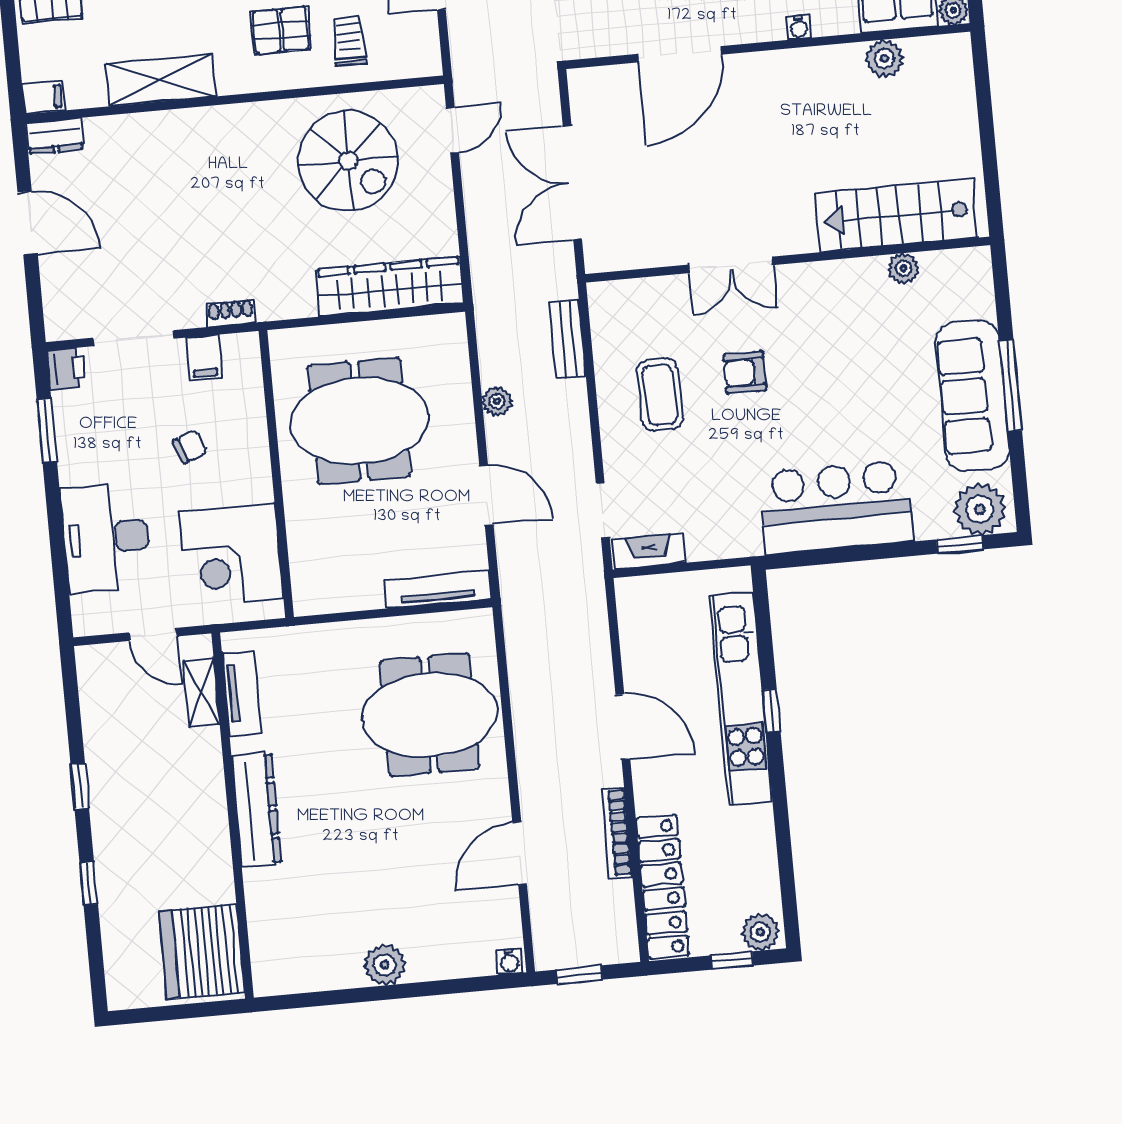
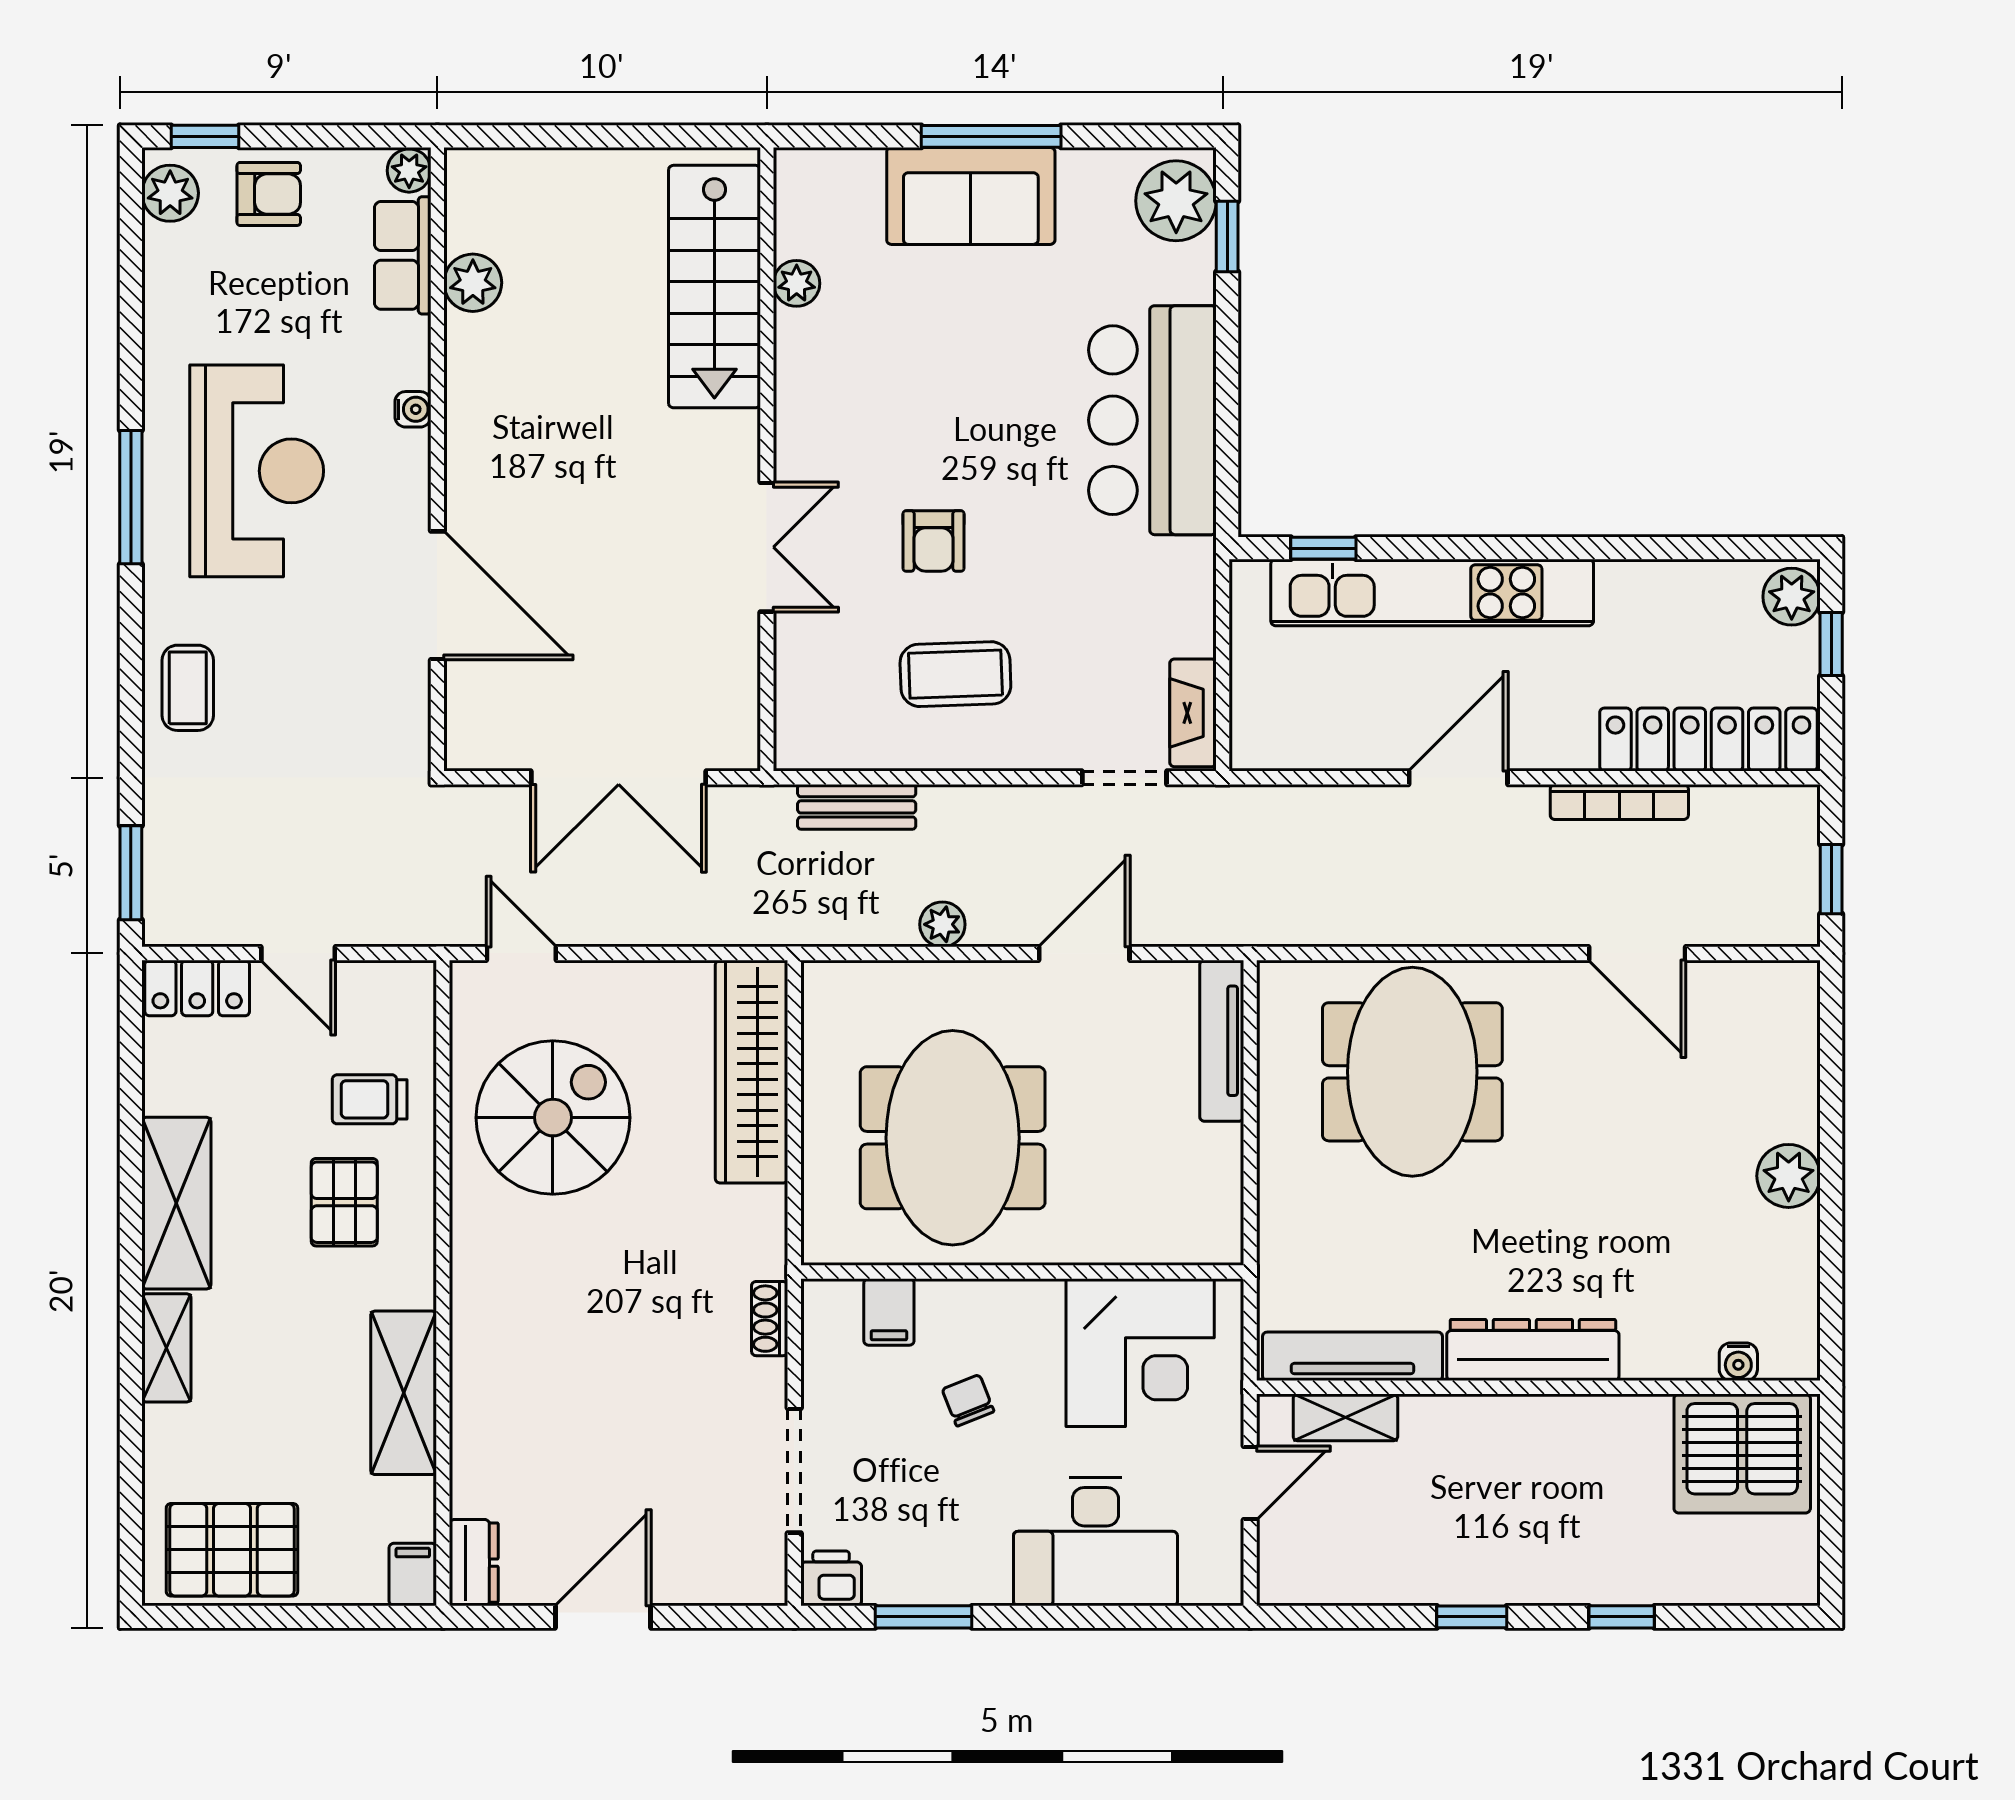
filing cabinet: (204, 358) -> (889, 1312), moved, turned 90
sofa: (972, 396) -> (971, 196), width x0.73
tv unit: (241, 693) -> (1352, 1356), width x1.41
window: (771, 710) -> (1323, 548), moved
water cooler: (510, 962) -> (1738, 1362), moved, turned 90

